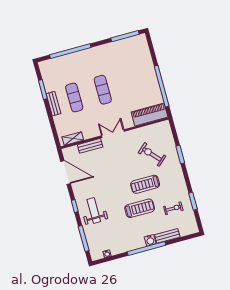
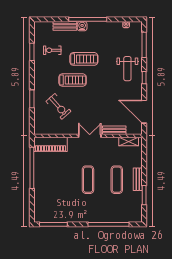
double door: (113, 134) -> (90, 136), swing flipped
treadmill: (140, 208) -> (84, 59), turned 180

